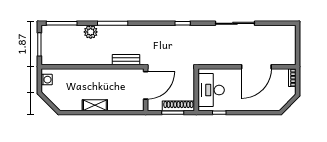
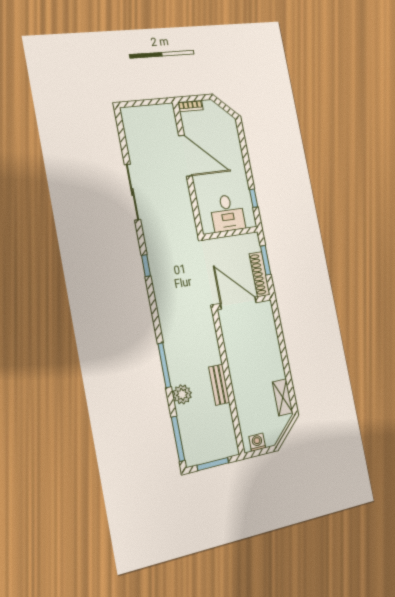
bench: (126, 60) -> (219, 385), moved
desk: (211, 90) -> (227, 213), width x0.73
shelving: (95, 105) -> (283, 397), moved
shoe rack: (178, 106) -> (260, 274), moved

